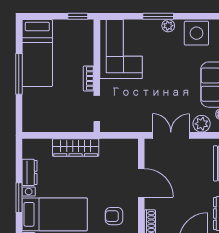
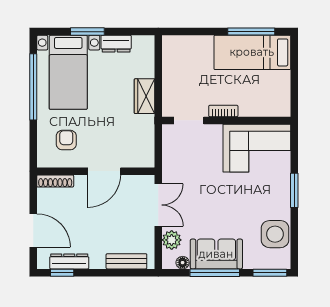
window: (78, 16) -> (294, 99), removed
plant: (168, 26) -> (284, 202), removed
window: (19, 74) -> (251, 32), moved
wardrobe: (76, 147) -> (145, 96), width x0.67

